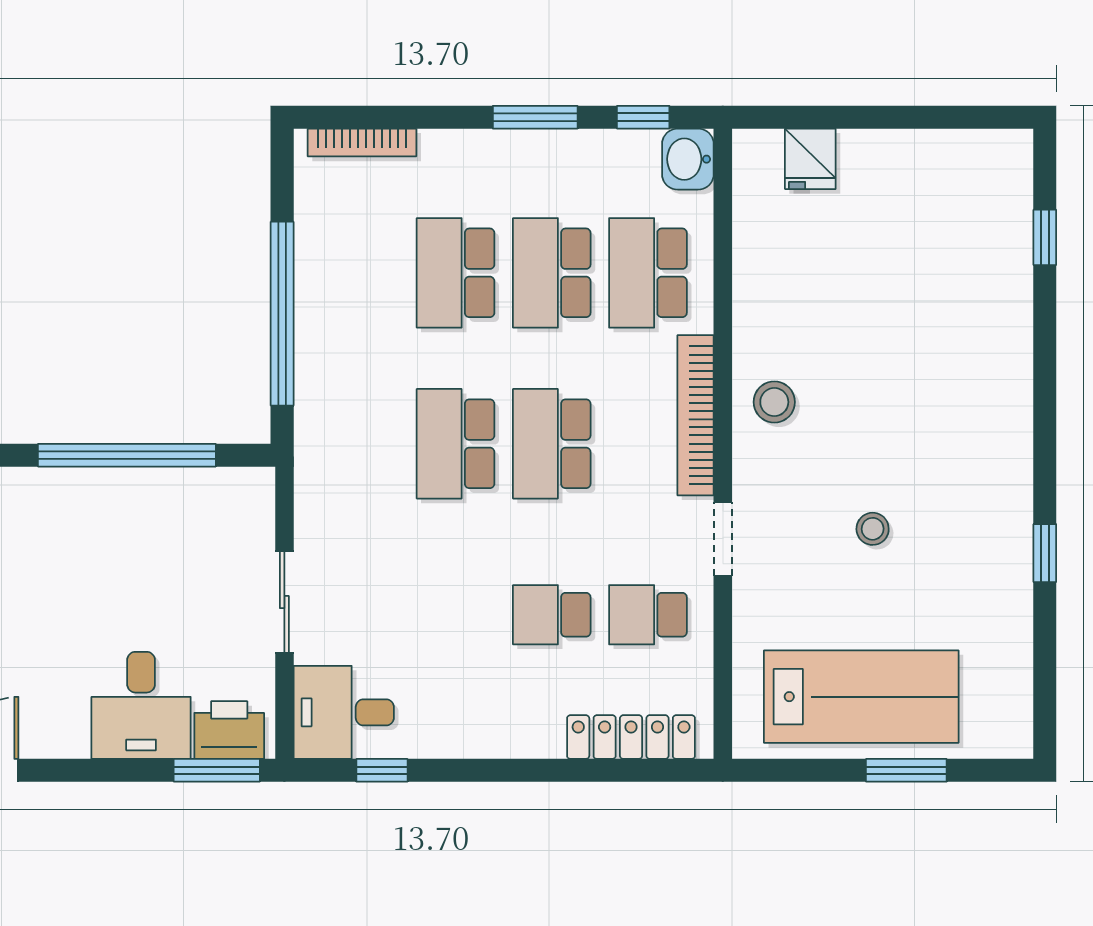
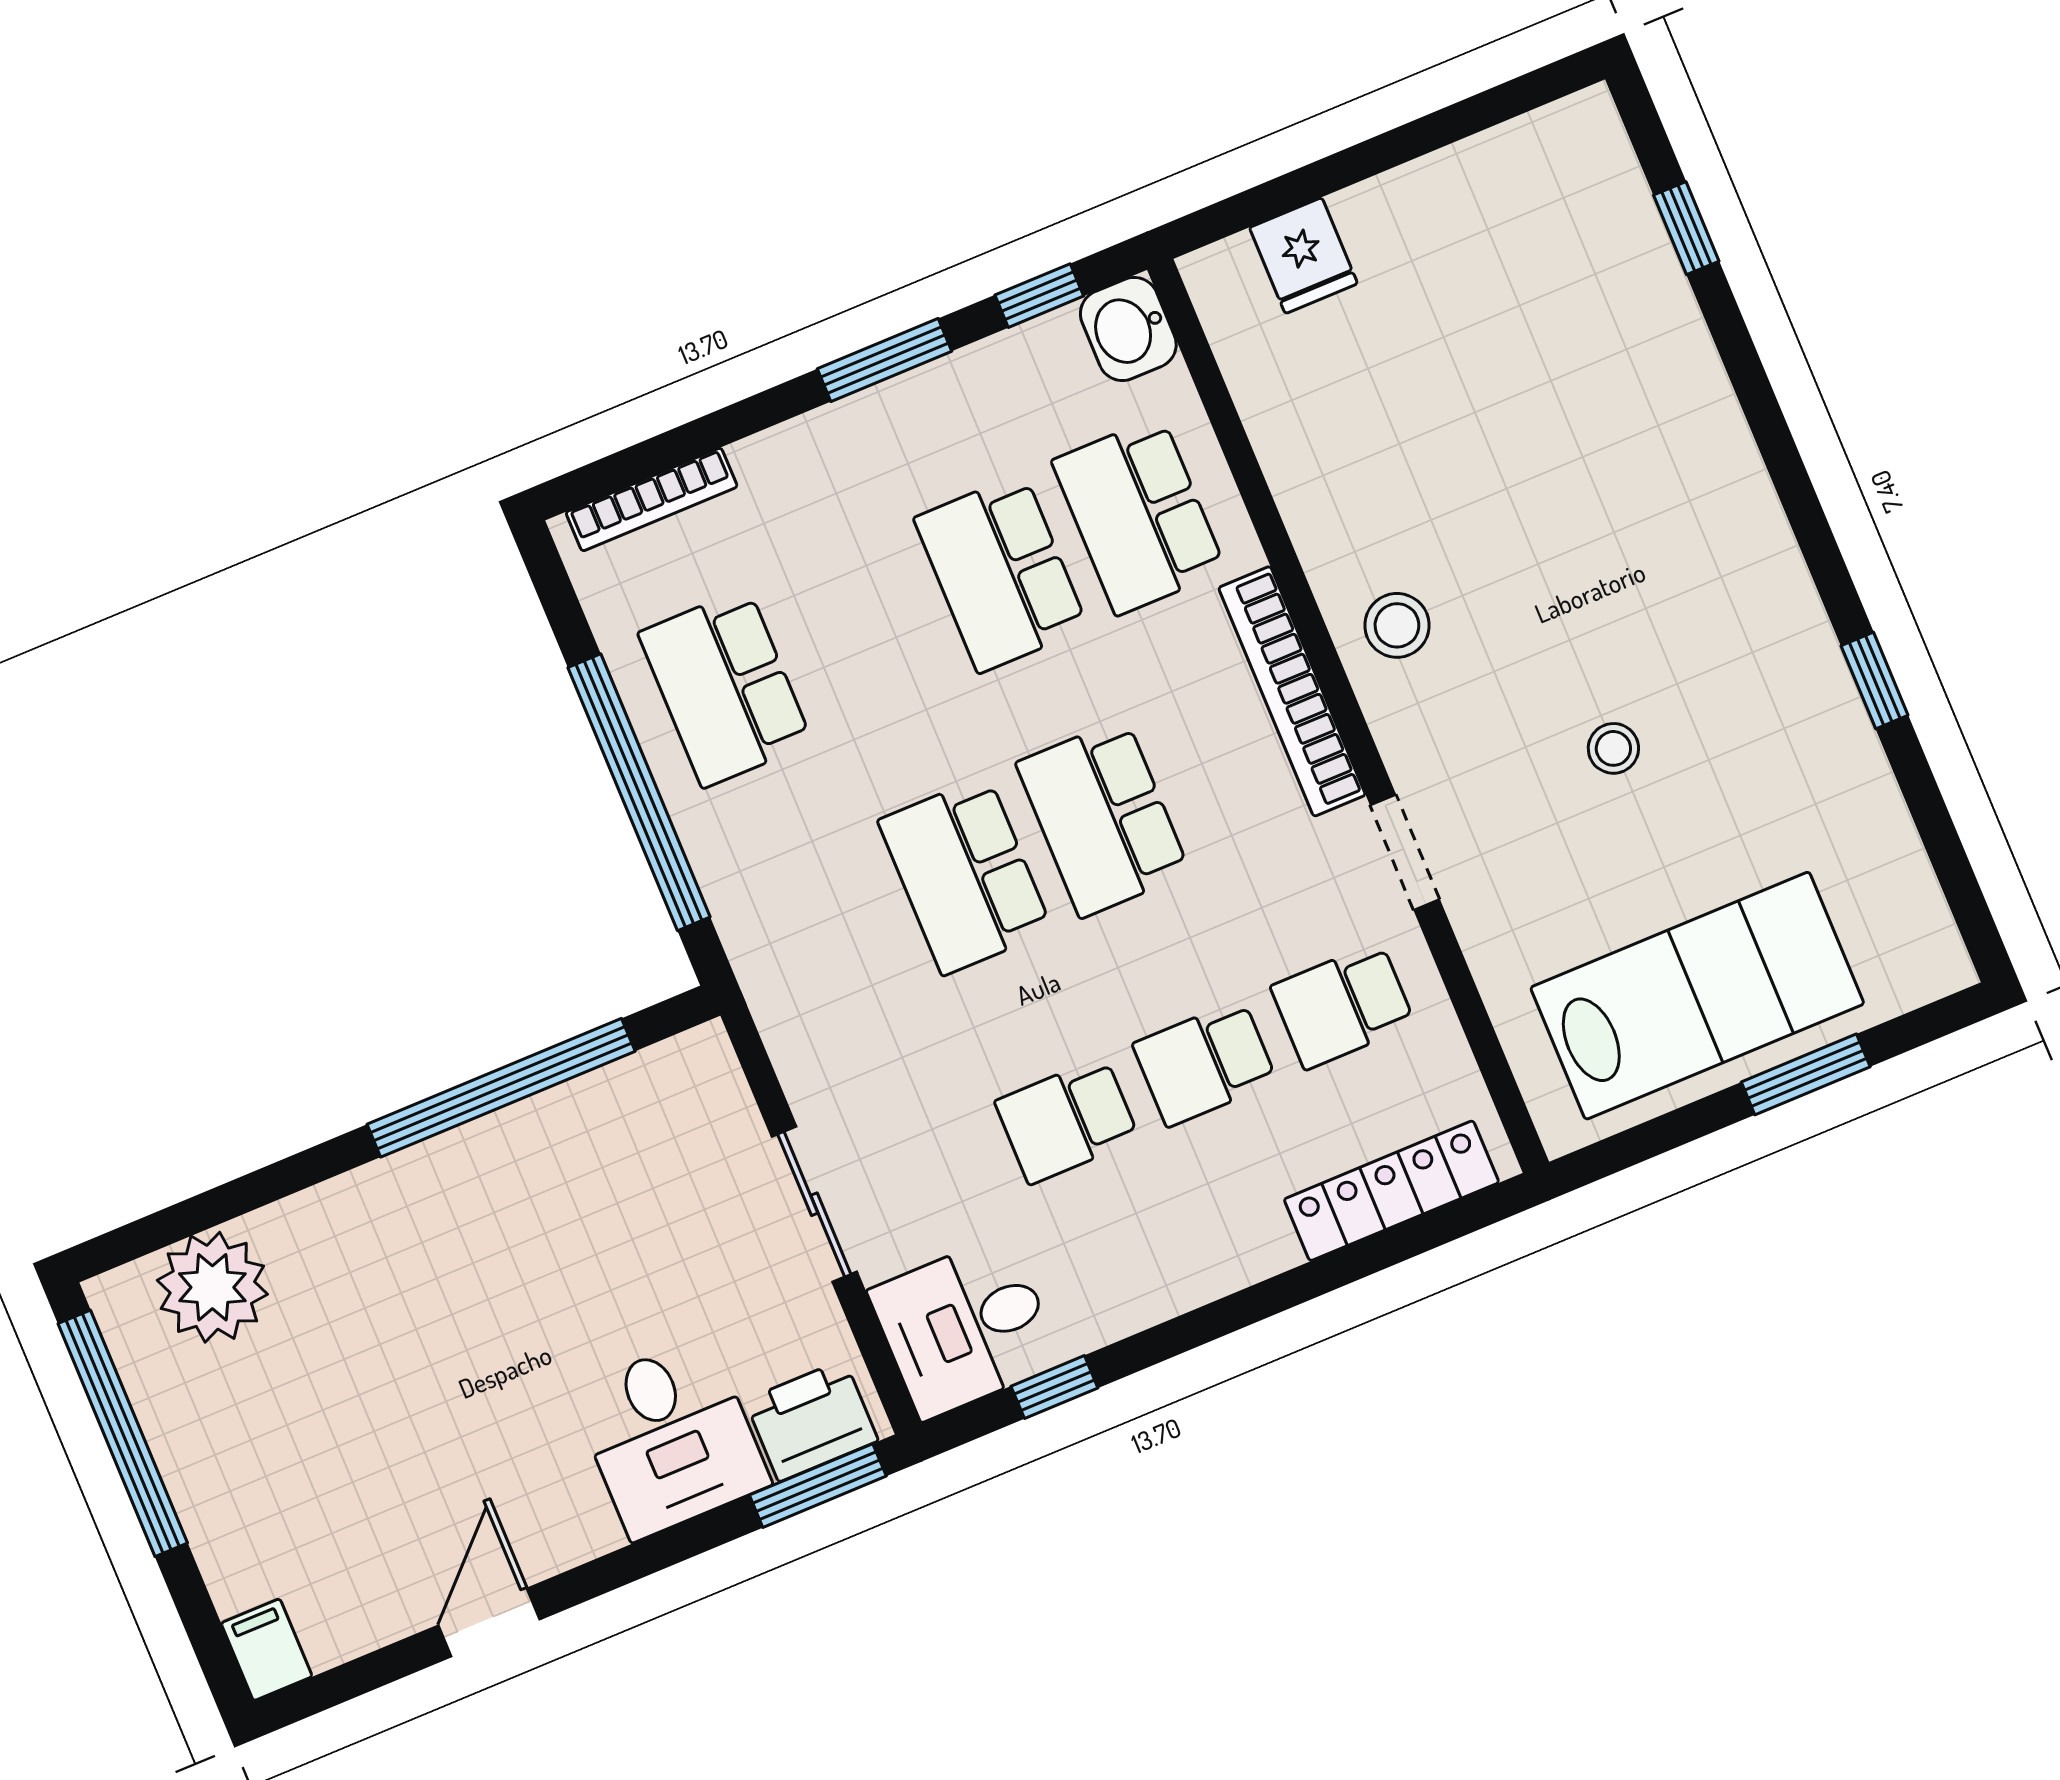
school desk: (456, 273) -> (725, 688), moved
school desk: (456, 615) -> (1067, 1120), added

